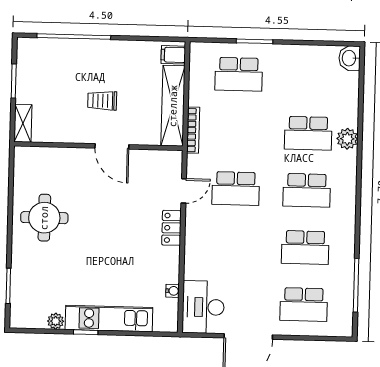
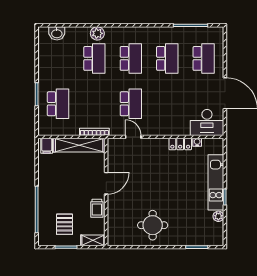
washbasin: (350, 58) -> (57, 33), moved
pallet: (49, 80) -> (65, 224), added
trolley: (102, 101) -> (97, 208), moved
locker: (171, 228) -> (180, 144), moved

